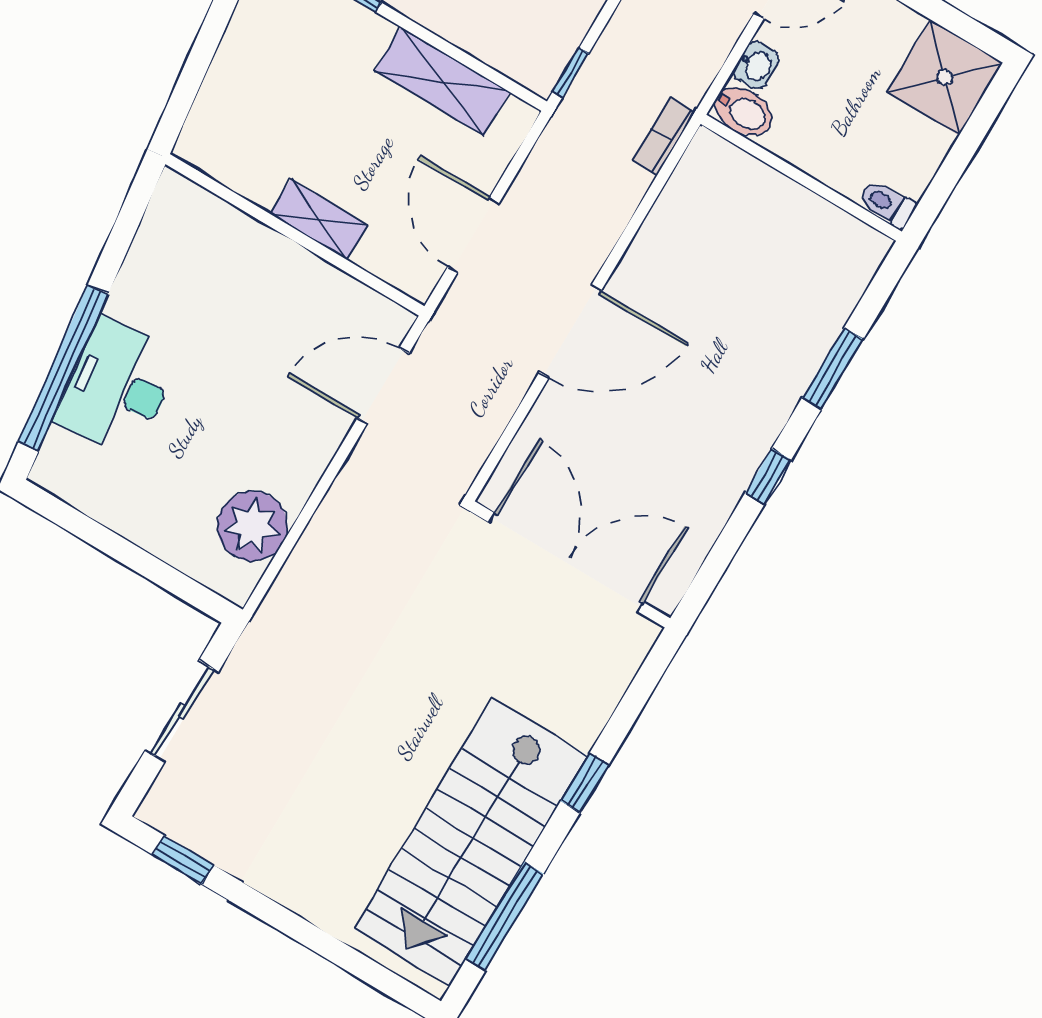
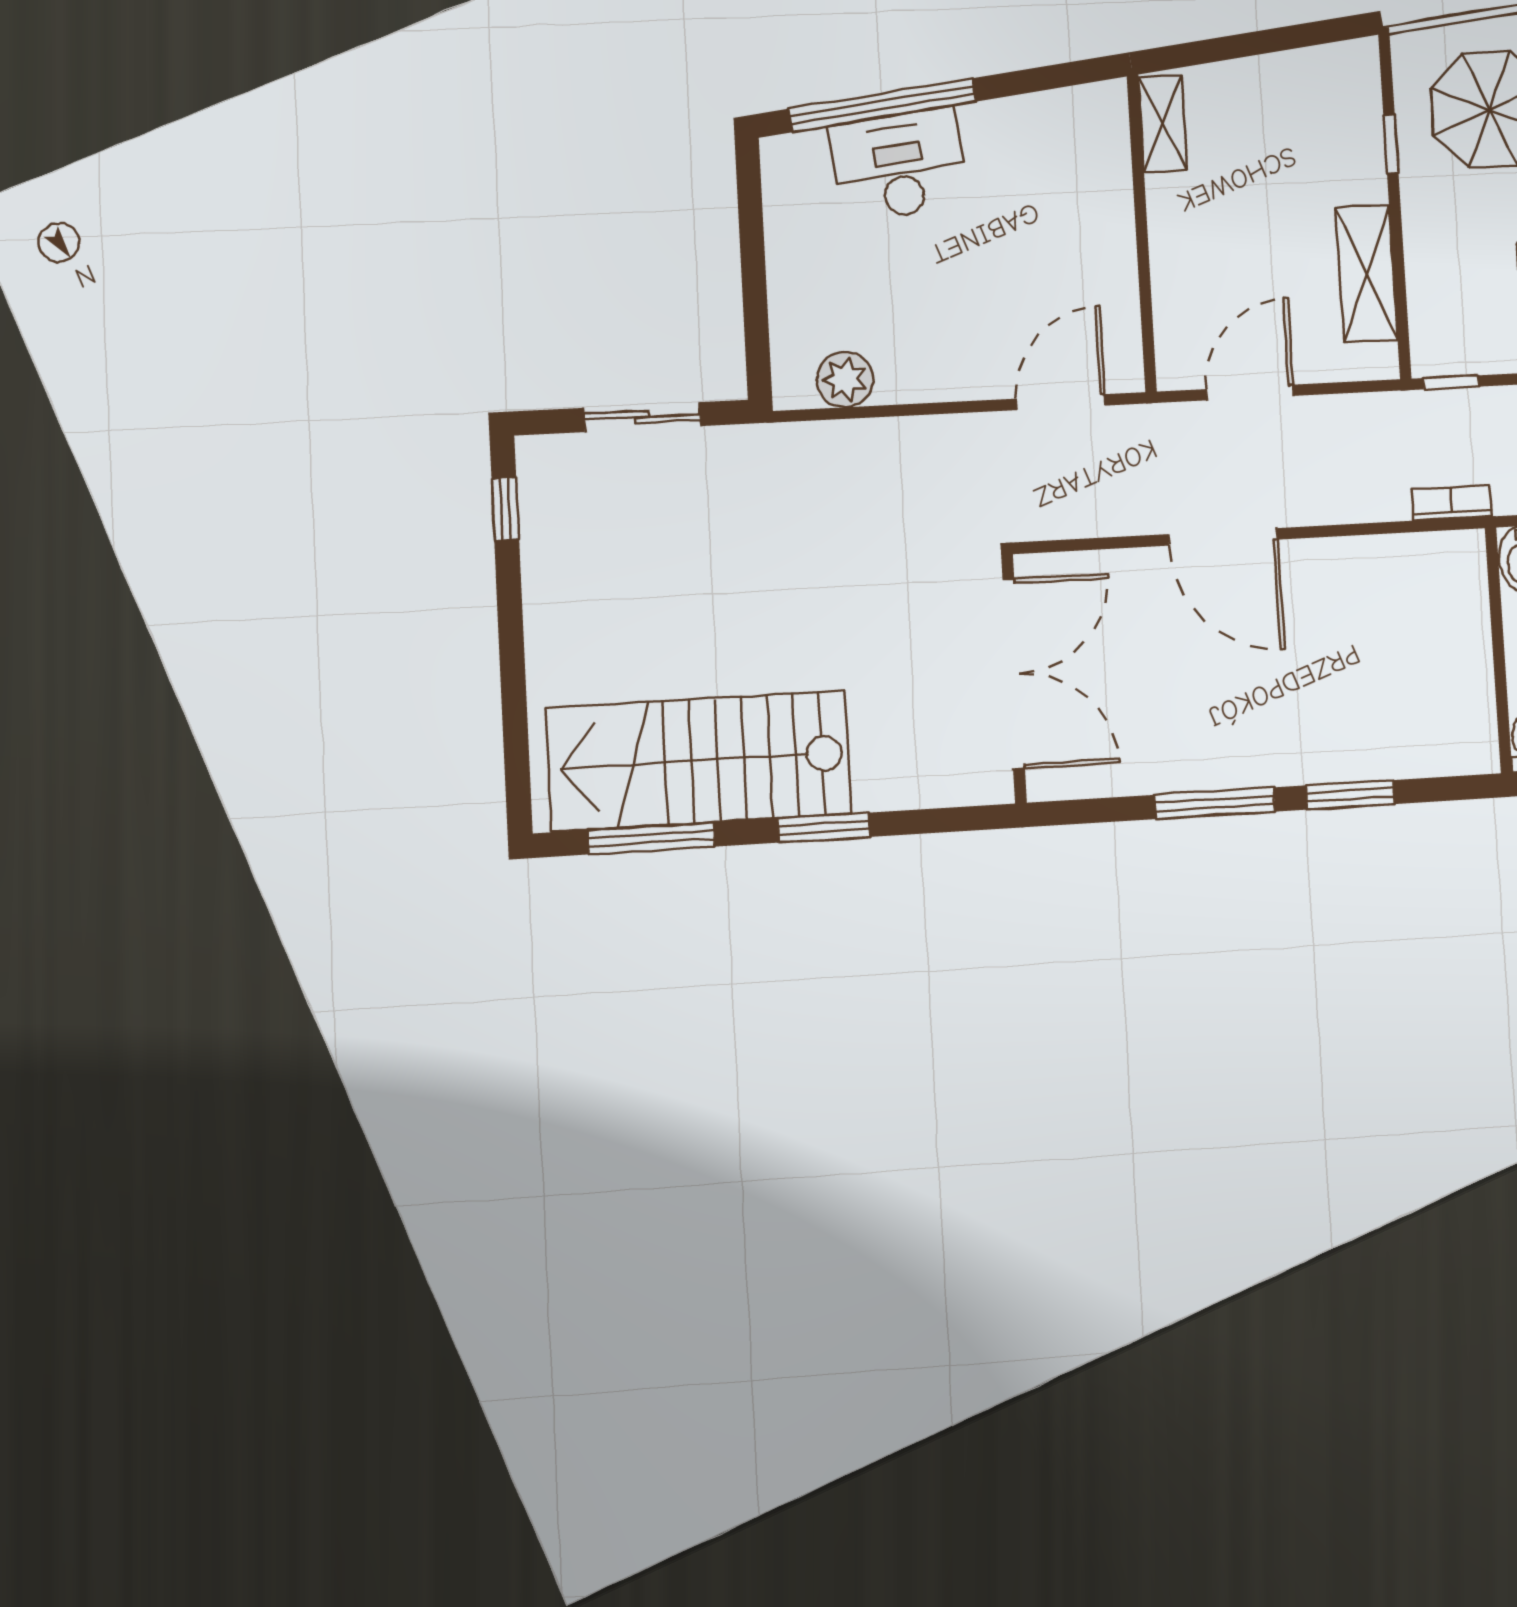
shelving: (319, 220) -> (1163, 124), moved
door: (383, 386) -> (1061, 402), hinge flipped
window: (768, 476) -> (1215, 803), width x2.17
plant: (252, 526) -> (845, 379), width x0.73, depth x0.73
window: (585, 783) -> (824, 828), width x1.50

